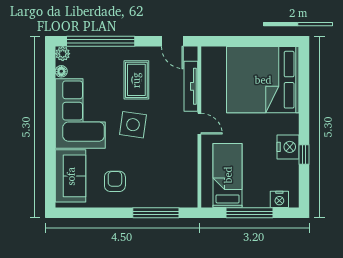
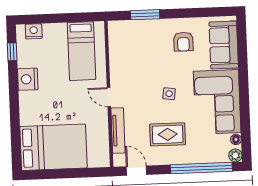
rug: (136, 80) -> (168, 134), turned 90
bed: (263, 80) -> (53, 147), width x0.73
side table: (133, 125) -> (169, 94), width x0.54, depth x0.54
window: (304, 154) -> (12, 52), moved
window: (156, 213) -> (145, 15), width x0.69
window: (249, 213) -> (60, 18), removed

